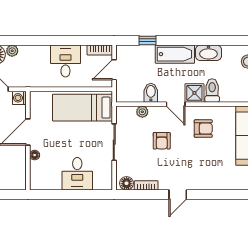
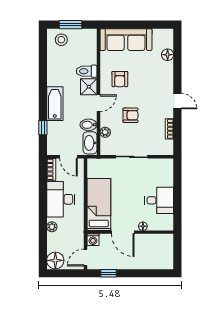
plant: (12, 51) -> (52, 227), moved
washbasin: (208, 53) -> (90, 143), moved, turned 180
desk: (65, 61) -> (61, 199), width x1.37
bed: (82, 108) -> (99, 204), moved, turned 180
armchair: (203, 129) -> (120, 79), turned 180
desk: (77, 174) -> (159, 200), moved
floor lamp: (127, 183) -> (168, 55), moved

